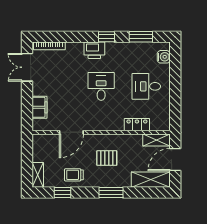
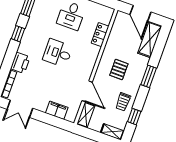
printer: (94, 50) -> (20, 63), moved
shelving: (156, 140) -> (86, 115), moved

